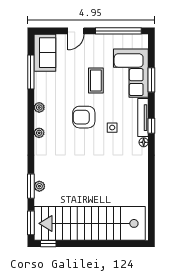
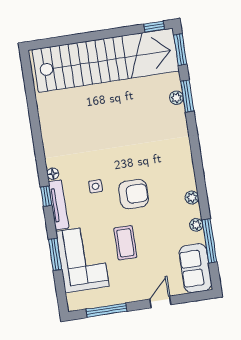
window: (118, 31) -> (106, 310), width x0.68
plant: (39, 133) -> (196, 225), moved

